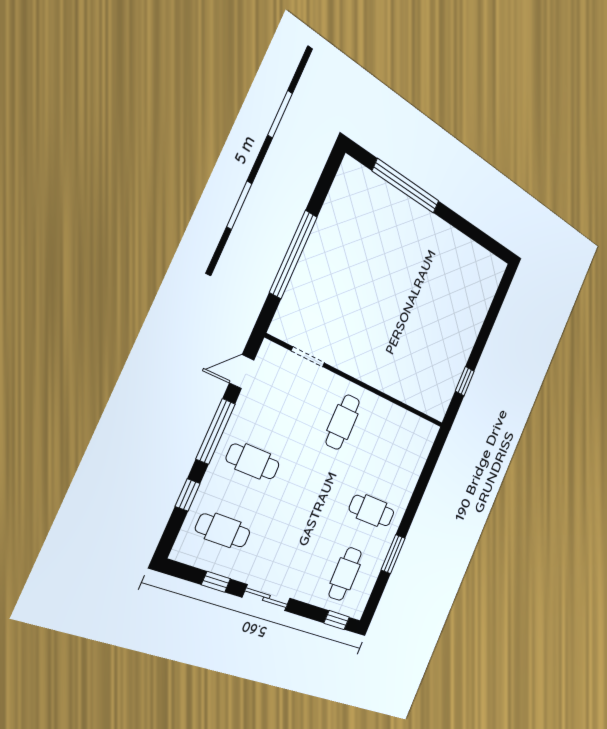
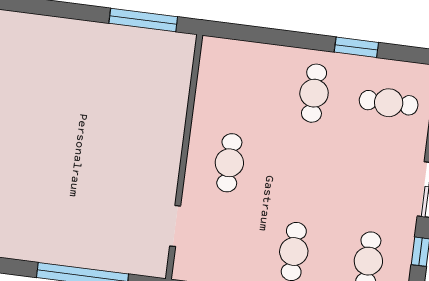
window: (465, 381) -> (143, 20), width x2.17
cafe table: (343, 422) -> (229, 163), turned 90

